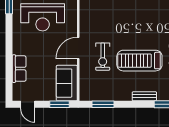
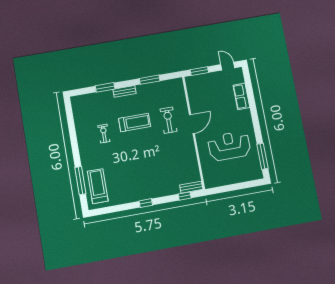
treadmill: (139, 61) -> (135, 122), width x0.73, depth x0.73
sofa: (67, 83) -> (196, 91), removed
window: (103, 104) -> (150, 80), moved

